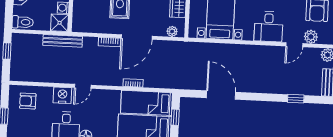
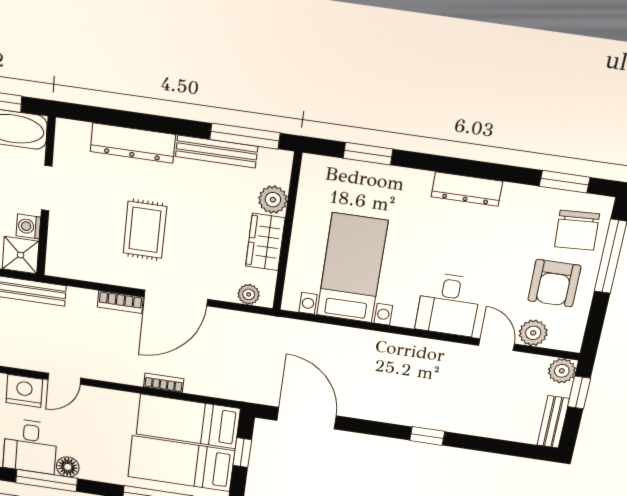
door: (294, 45) -> (497, 345), swing flipped
door: (221, 95) -> (307, 418), moved
window: (296, 99) -> (427, 436), moved

